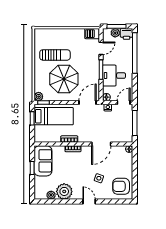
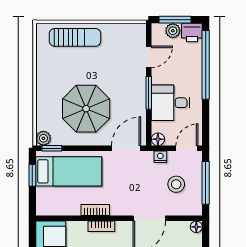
barbecue: (92, 34) -> (134, 32), removed
sun lounger: (55, 55) -> (75, 37), moved
stool: (117, 124) -> (176, 184), added

